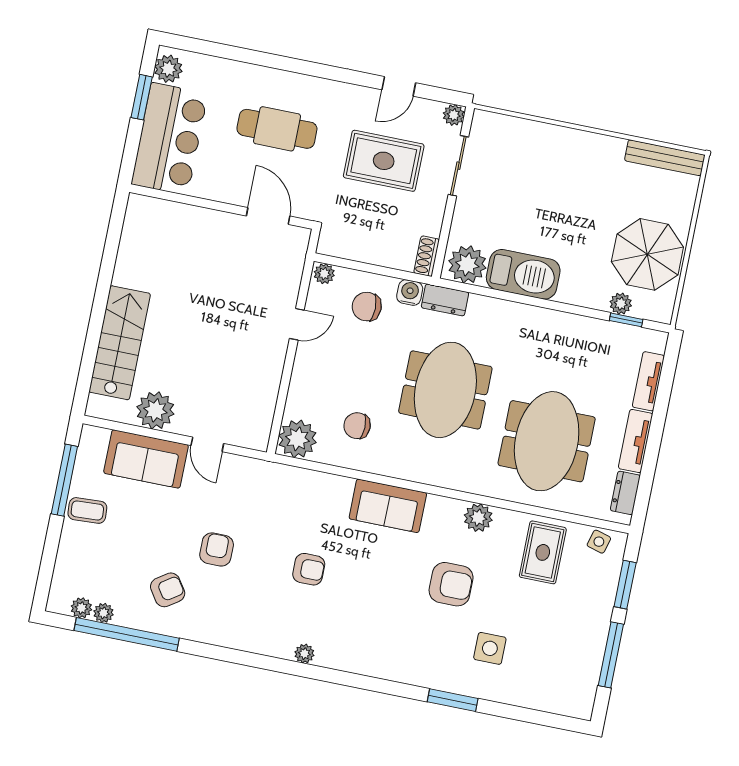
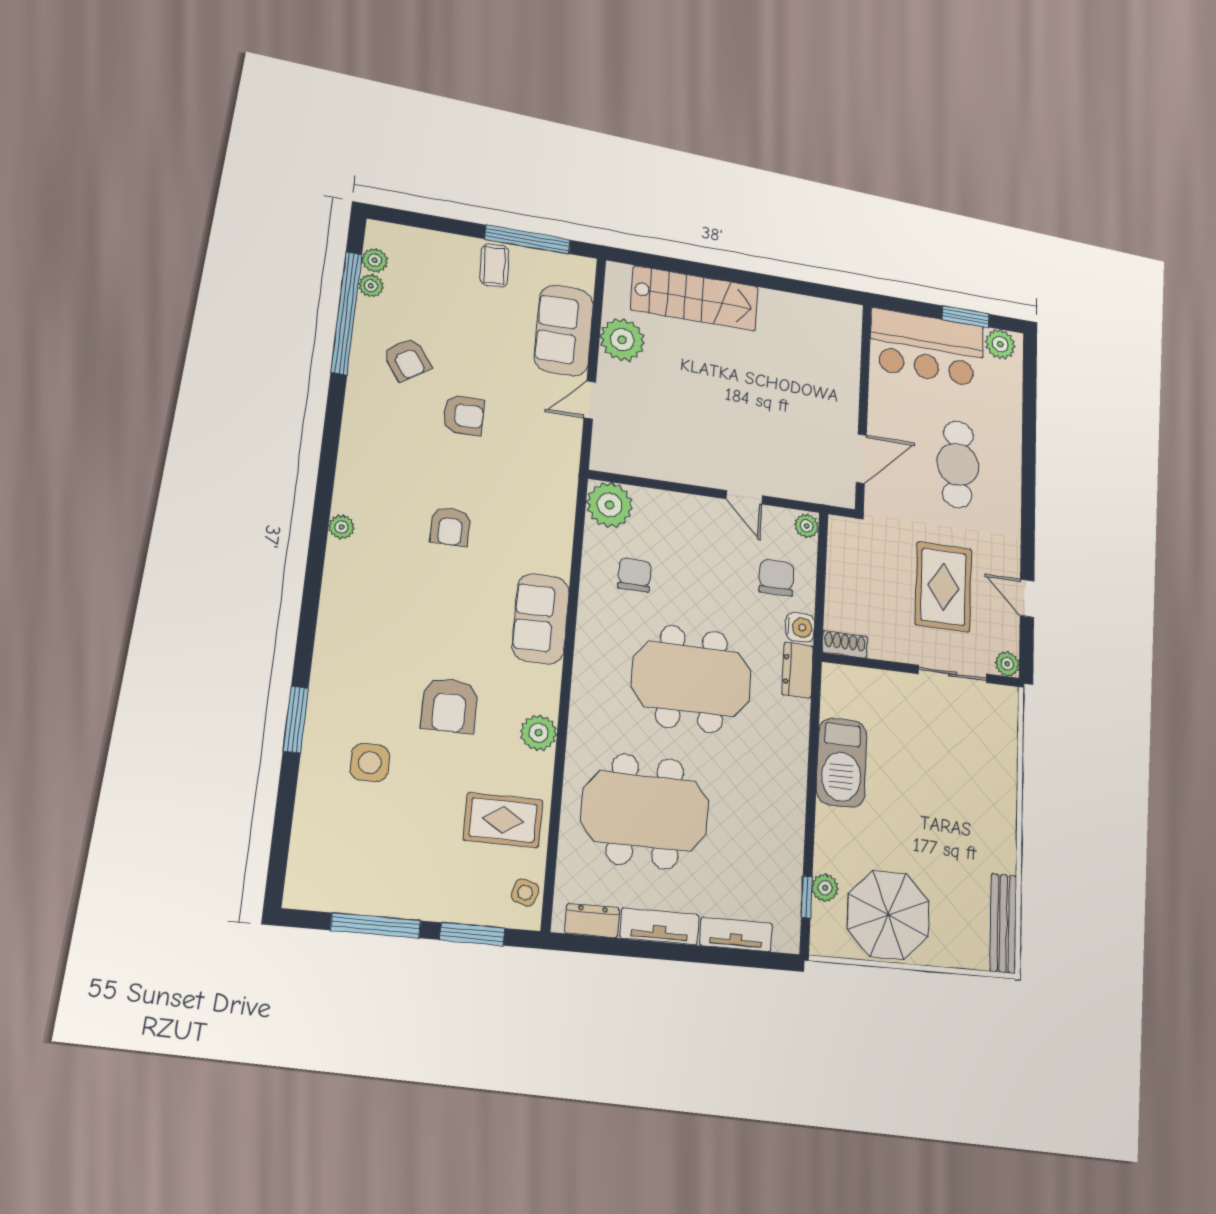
plant: (467, 264) -> (843, 694), removed

